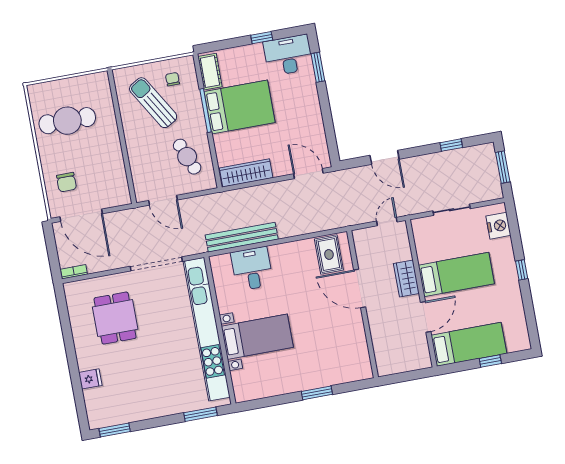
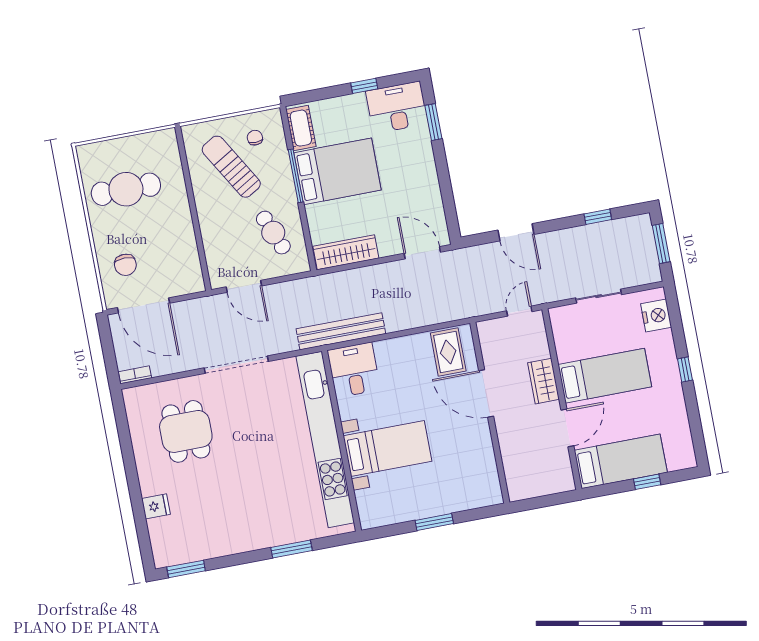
kitchen unit: (207, 329) -> (325, 439), moved
wall: (220, 330) -> (341, 441), moved
bed with nightstands: (257, 337) -> (387, 448), moved

